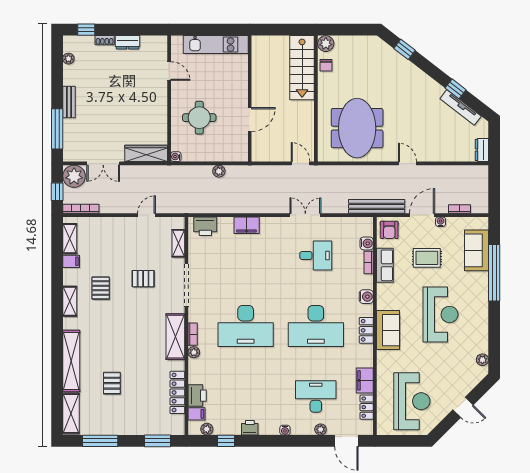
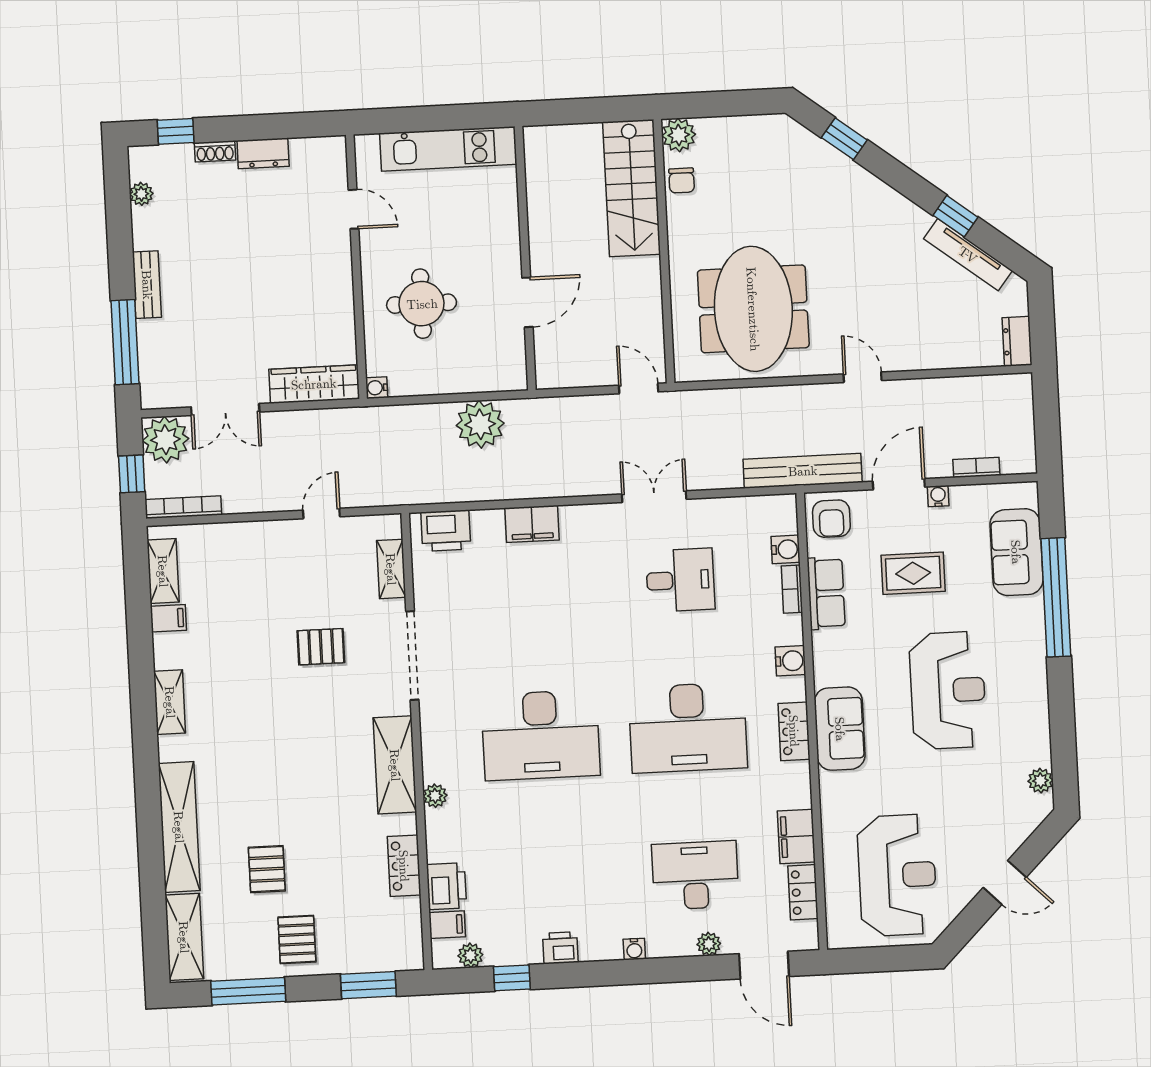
plant: (219, 171) -> (480, 424), width x1.87, depth x1.87
pallet: (101, 288) -> (297, 939), moved
bookcase: (193, 334) -> (431, 758), removed
locker: (177, 392) -> (404, 866), width x0.66

